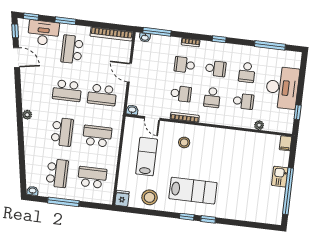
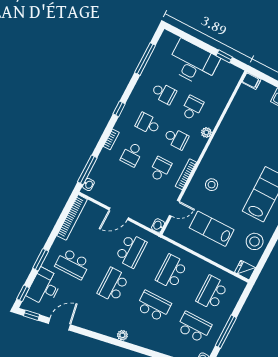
school desk: (216, 69) -> (148, 124), turned -90
school desk: (67, 91) -> (113, 285), turned 180
plant: (259, 125) -> (206, 132), moved

